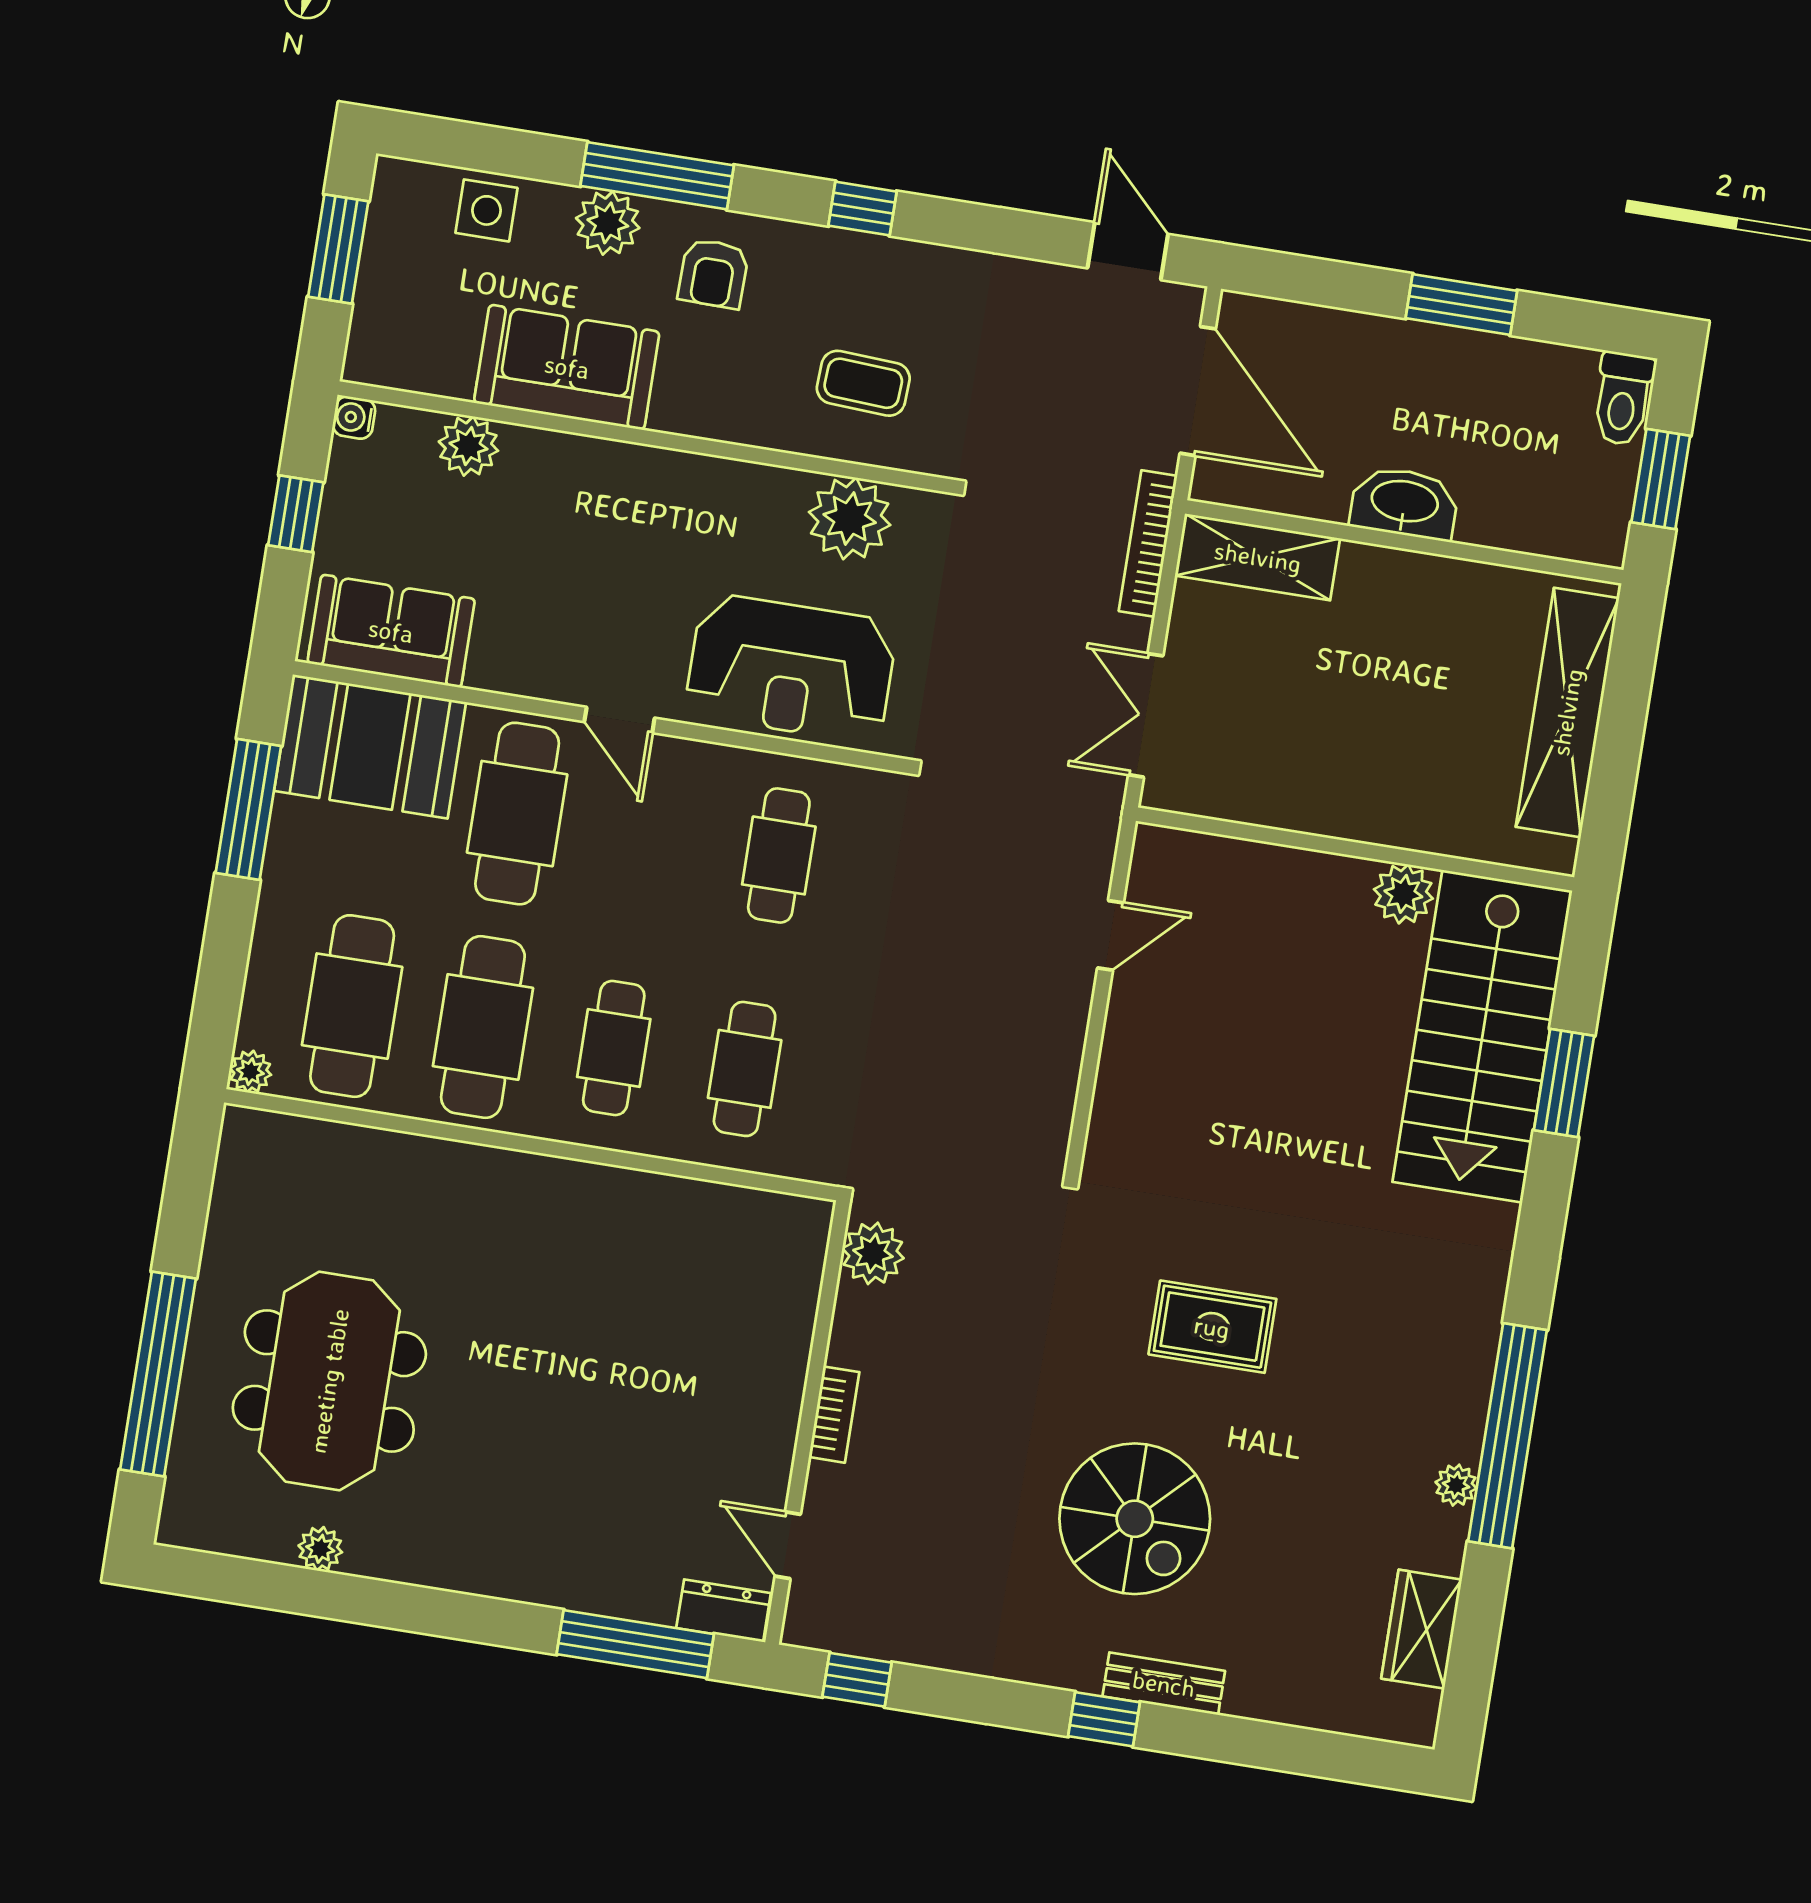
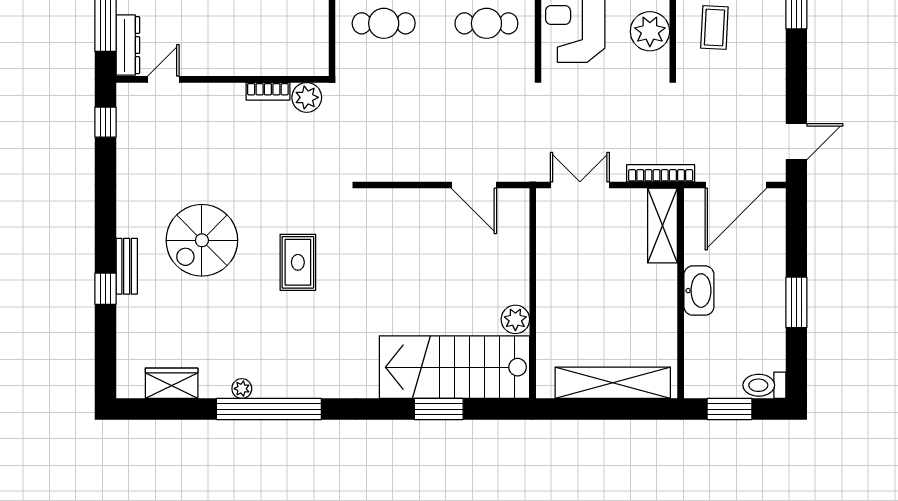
door: (1111, 935) -> (474, 185), width x1.38
bookcase: (834, 1415) -> (268, 91), moved
dresser: (724, 1611) -> (128, 45), width x1.44
window: (1104, 1719) -> (105, 289), moved

